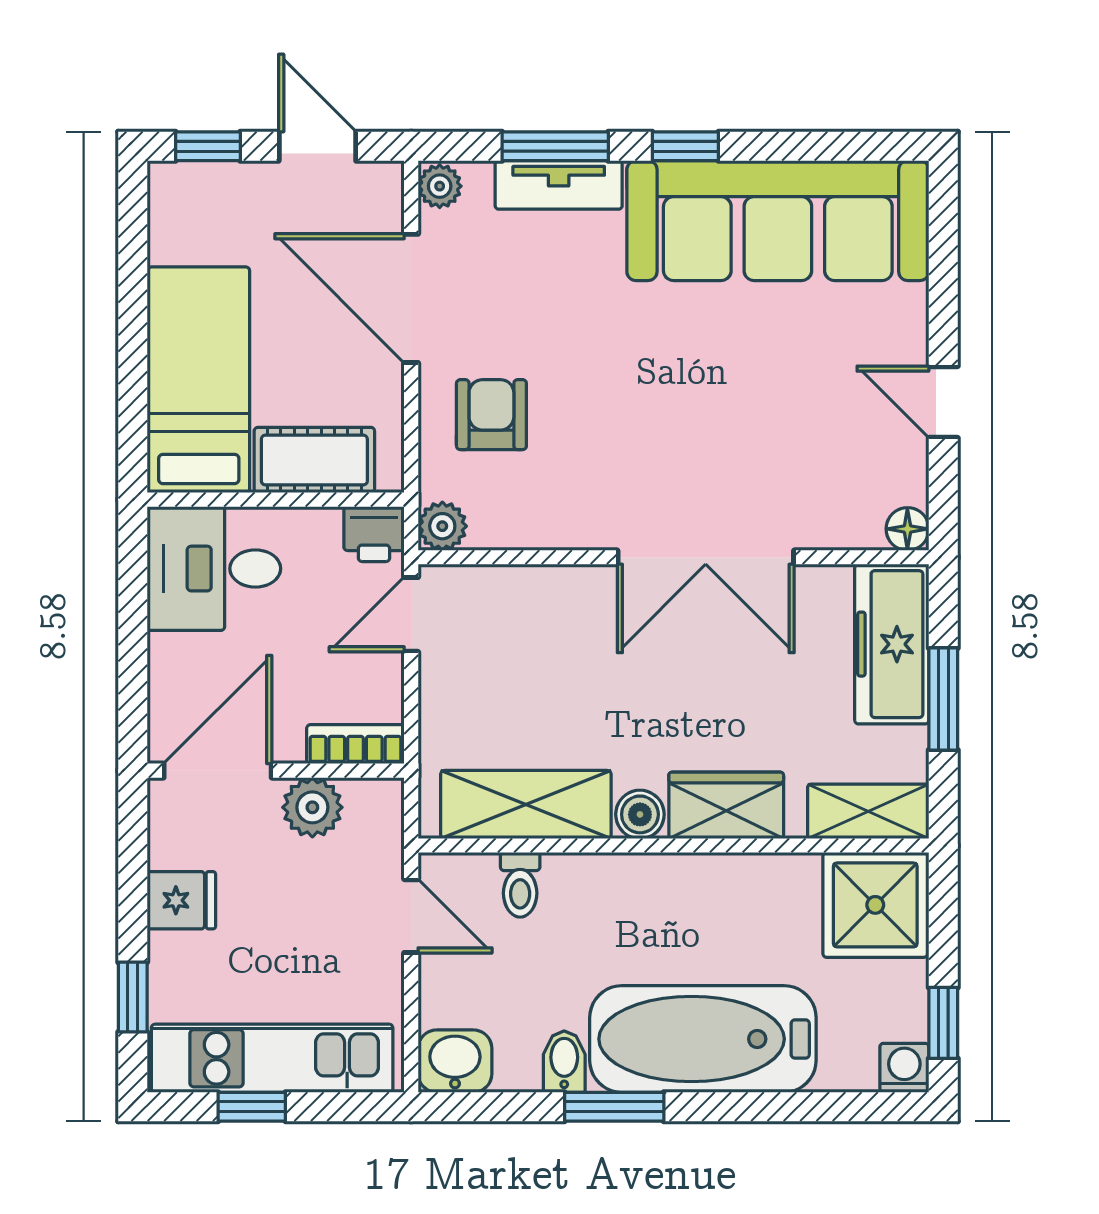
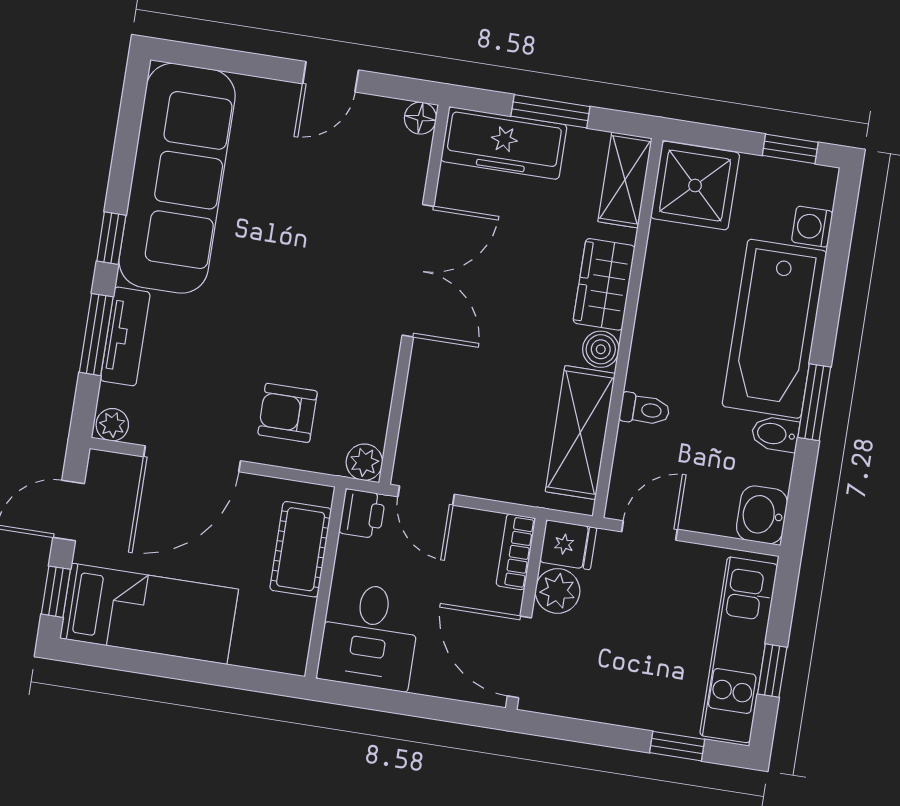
bed: (199, 380) -> (149, 614), moved, turned 180
toilet: (520, 885) -> (645, 409), moved
fridge: (181, 900) -> (568, 545), moved, turned 90
washing machine: (904, 1068) -> (812, 227), moved

